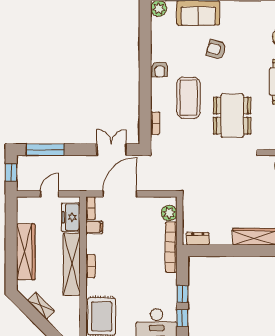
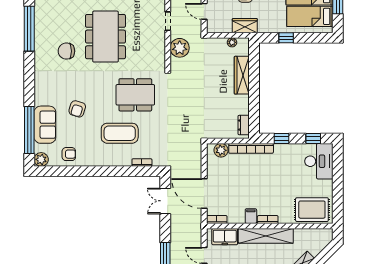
armchair: (160, 69) -> (69, 154), moved
filing cabinet: (94, 227) -> (251, 216), moved
window: (182, 294) -> (281, 139), moved

